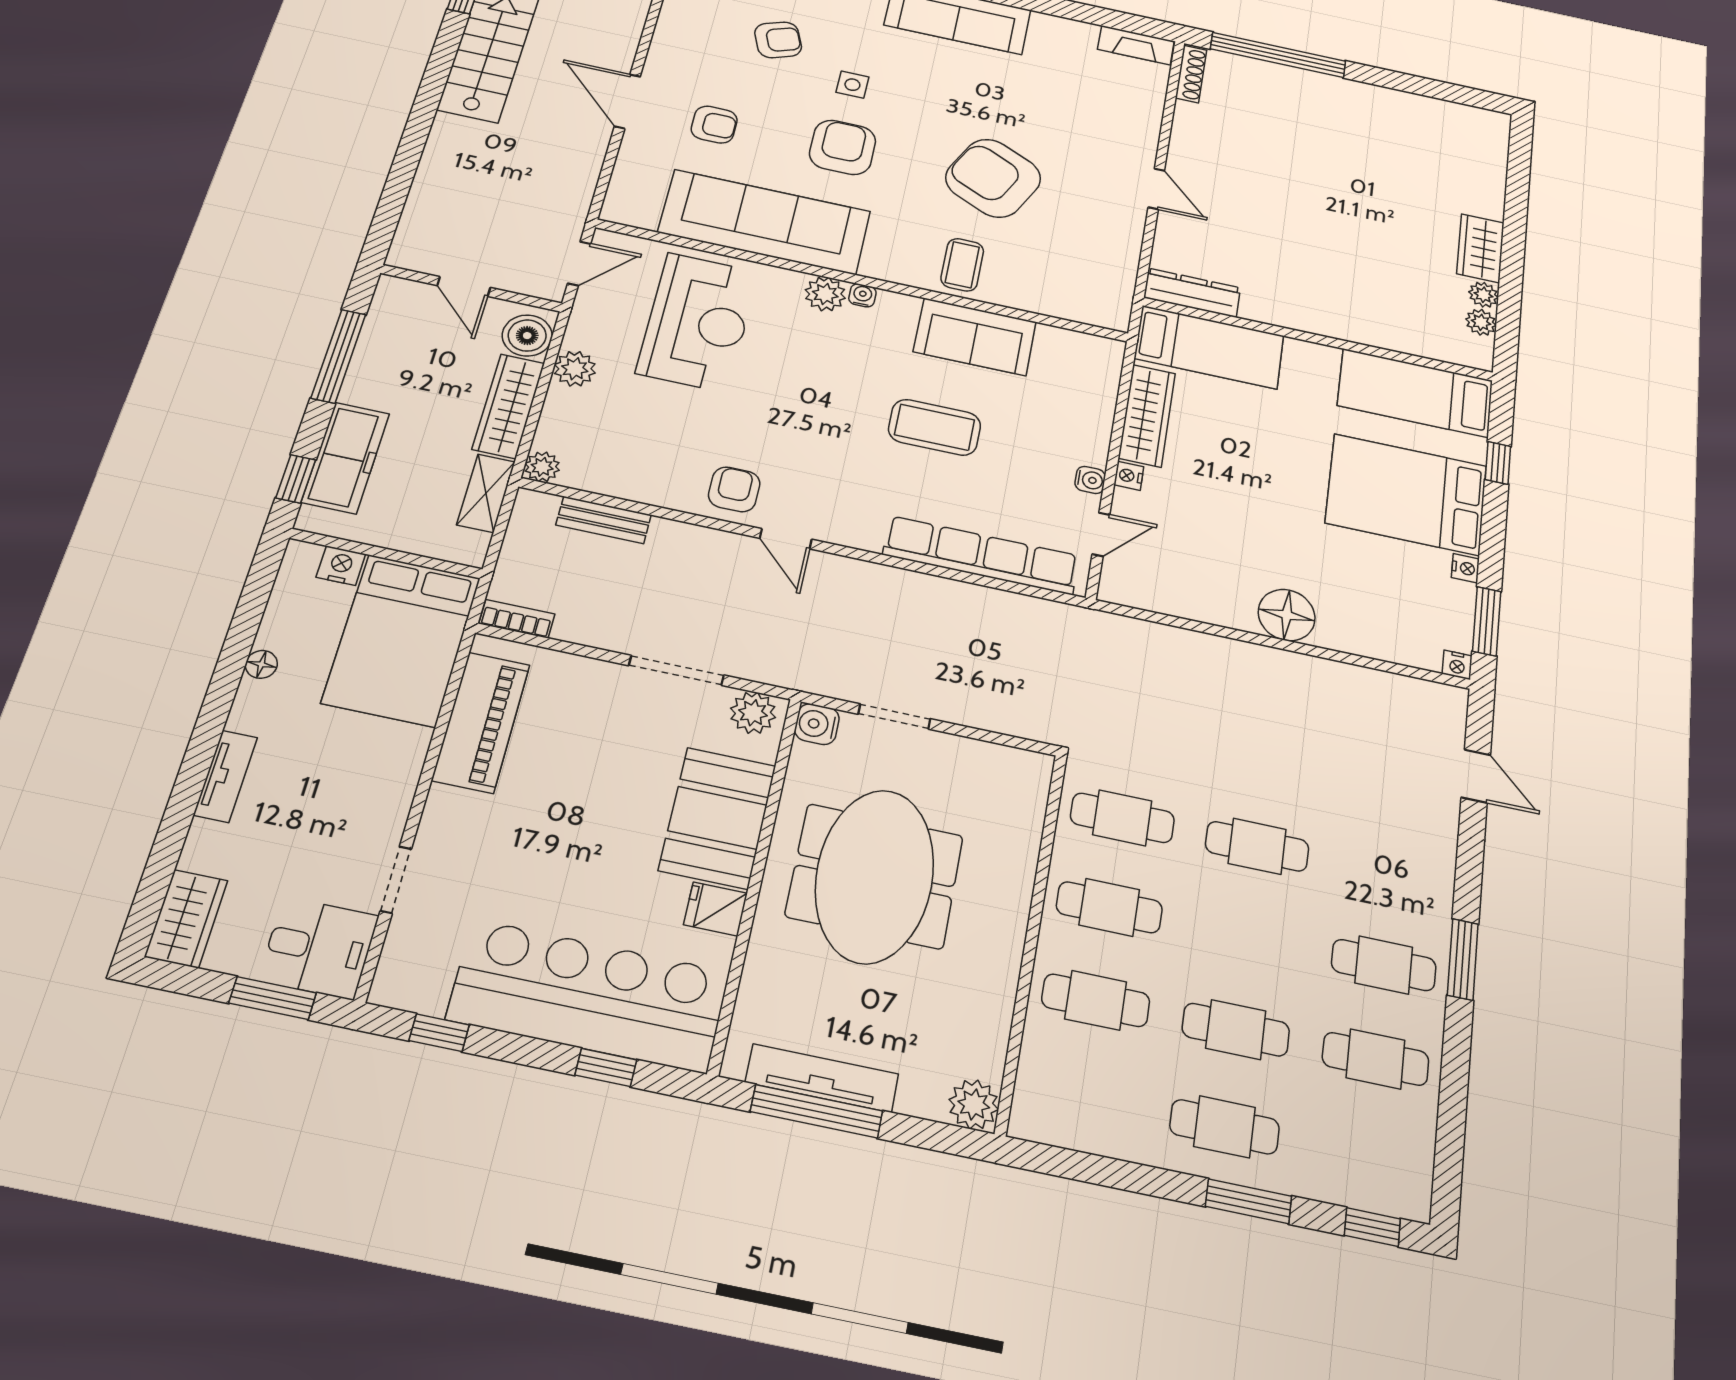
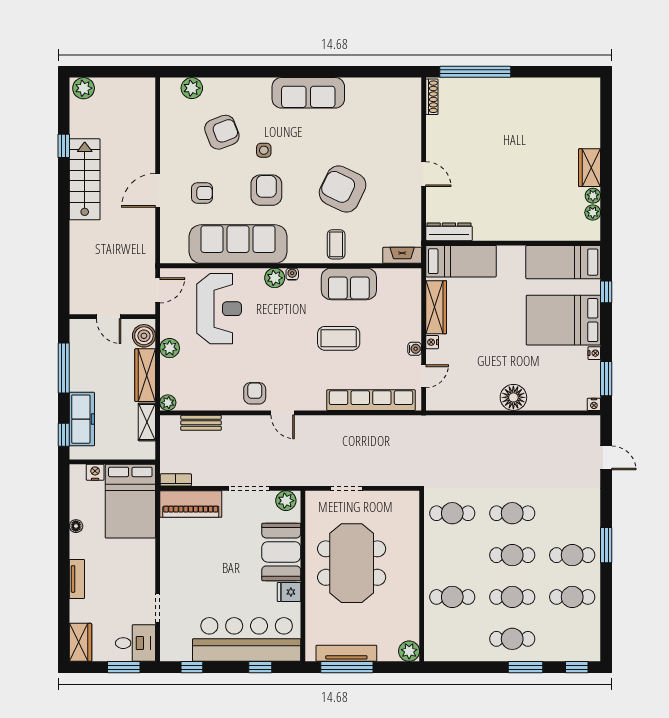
armchair: (778, 40) -> (222, 132), width x1.38, depth x1.38
fireplace: (1136, 45) -> (402, 255), moved, turned 180
door: (627, 101) -> (158, 190), hinge flipped
piano: (481, 722) -> (191, 504), moved, turned 90
water cooler: (817, 724) -> (314, 500), removed
cafe table: (1109, 907) -> (512, 555), moved

